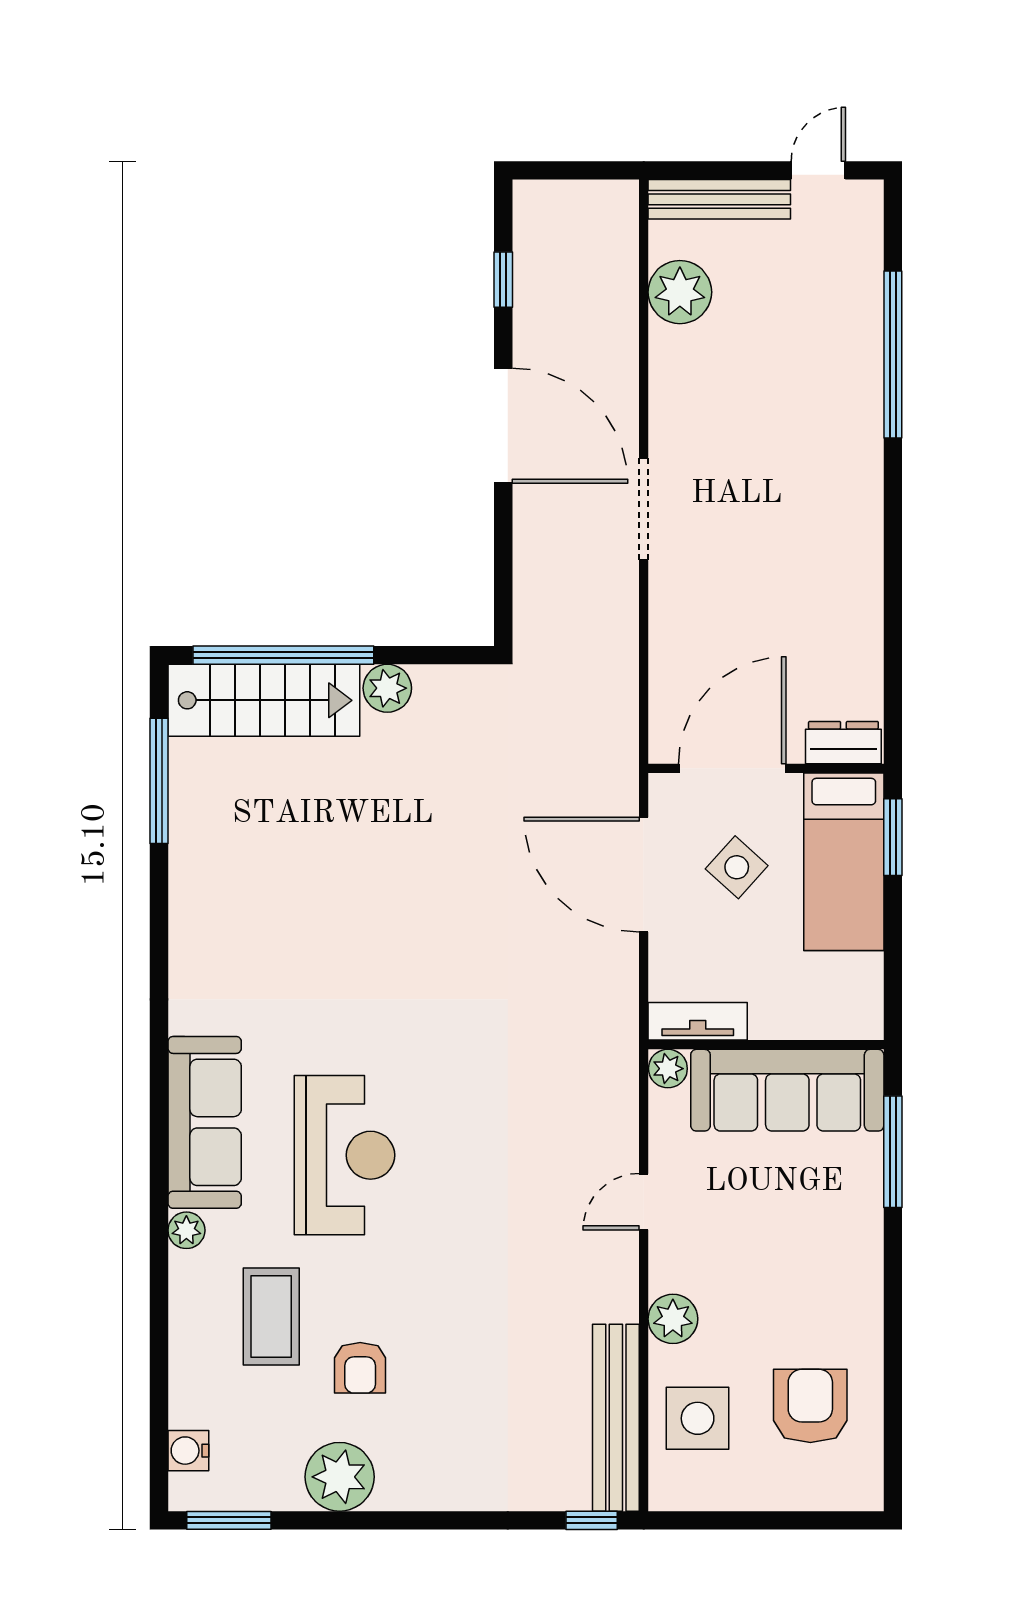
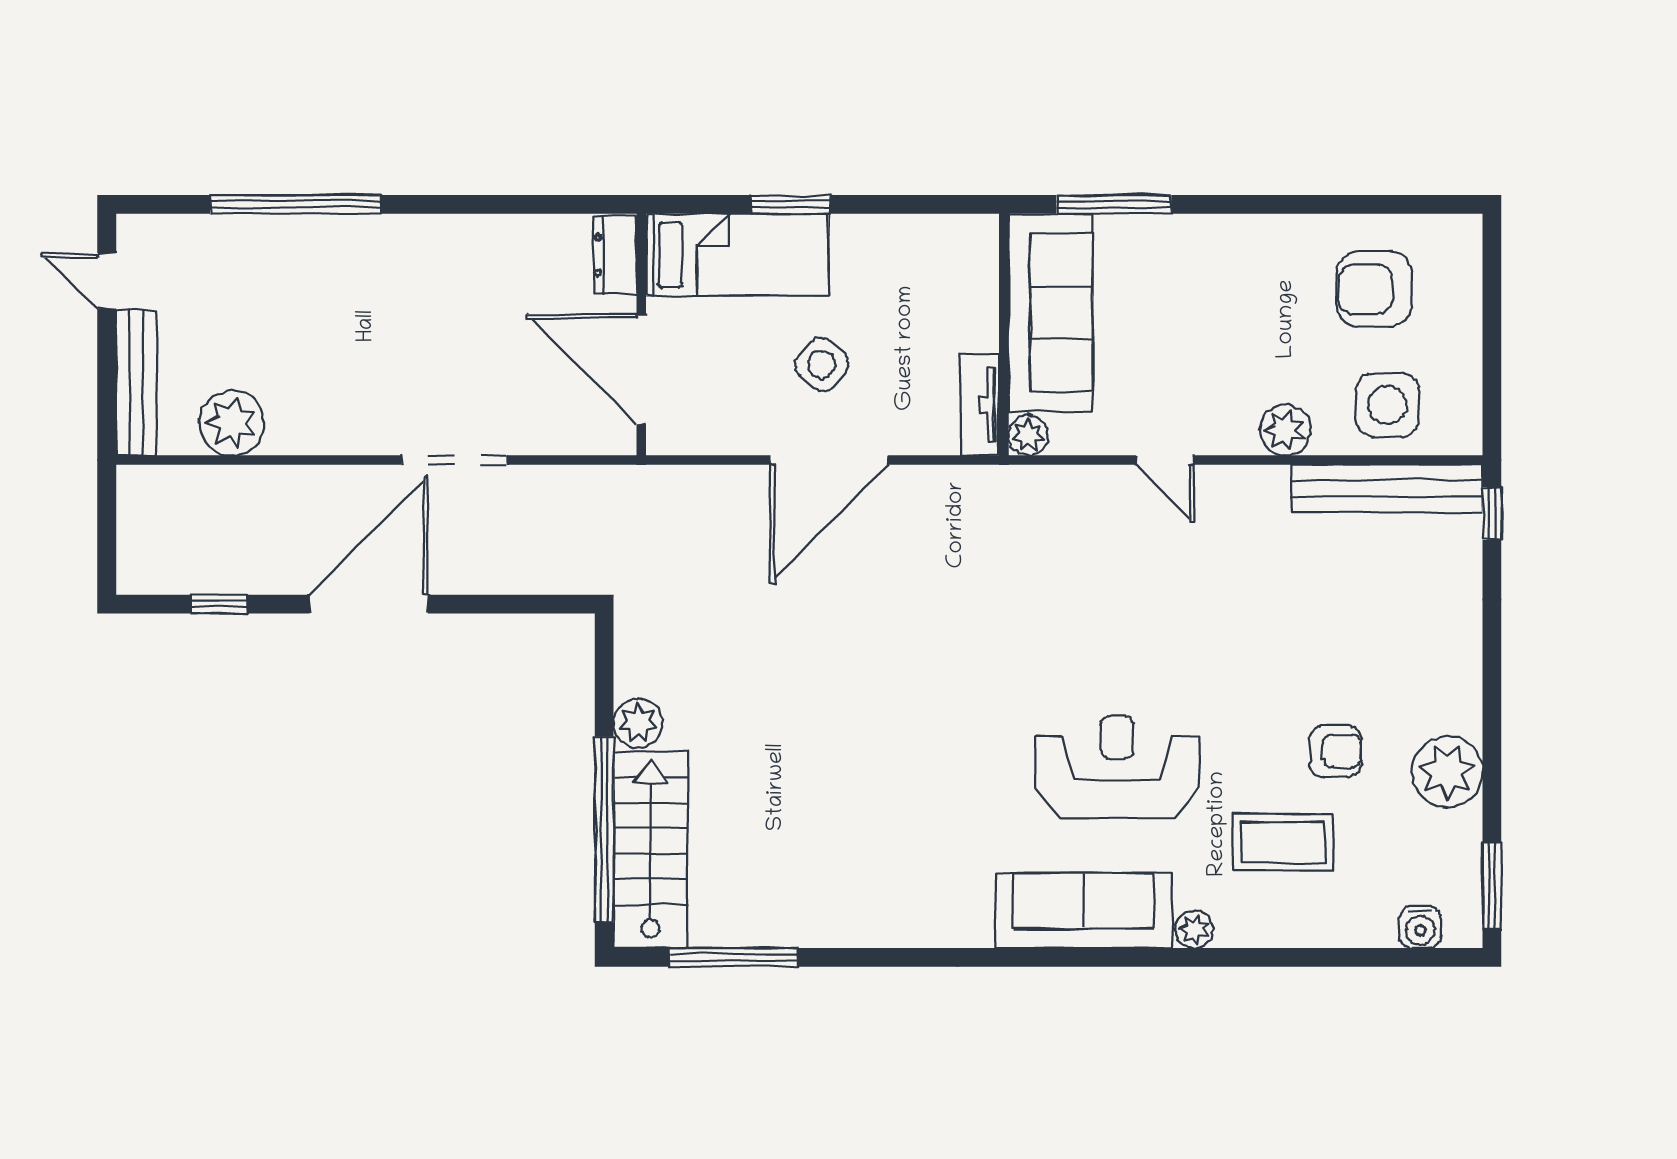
dresser: (843, 743) -> (615, 255), moved
door: (732, 768) -> (641, 369), moved
wall: (766, 768) -> (641, 335), moved
bed: (844, 862) -> (737, 255), moved

